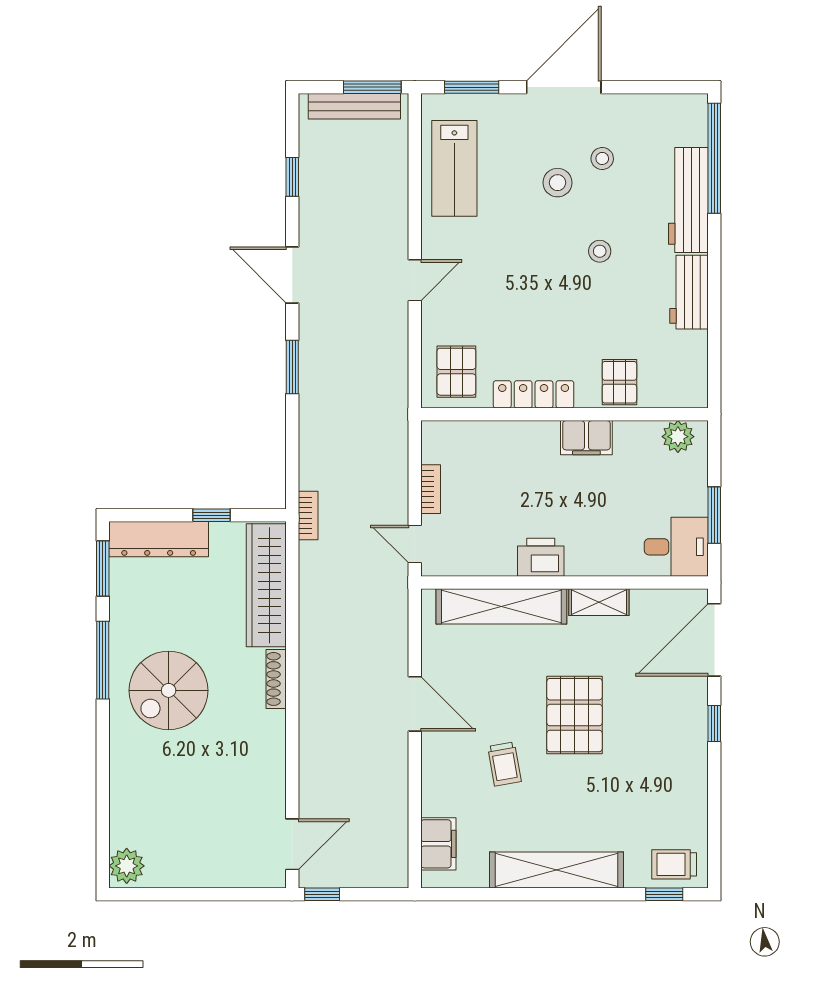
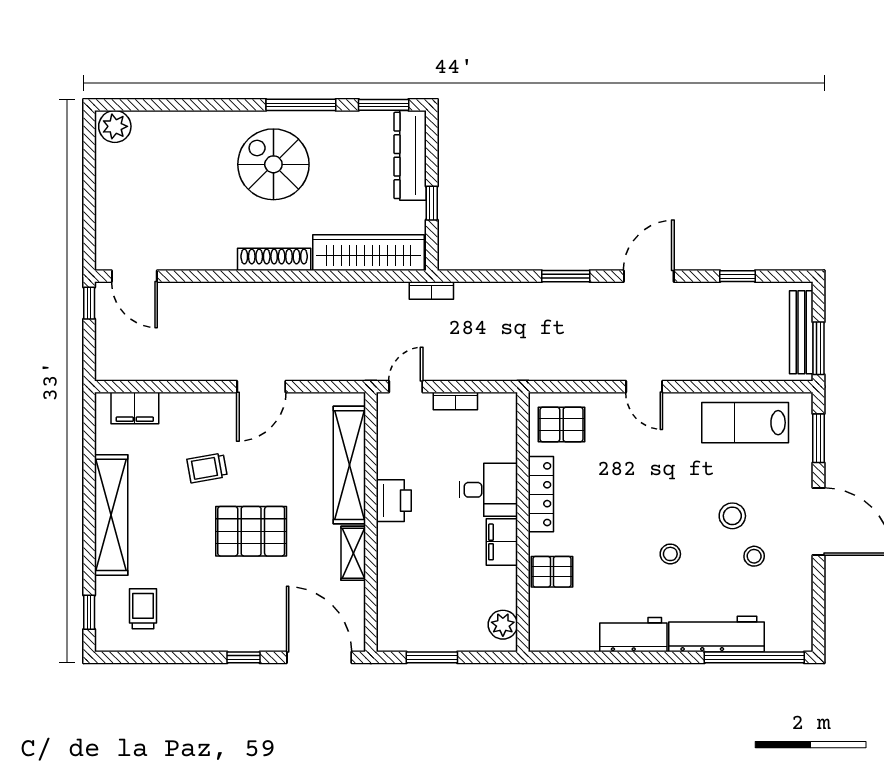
desk: (676, 547) -> (489, 490), moved, turned -90
shoe rack: (276, 679) -> (274, 259), width x1.36, depth x1.24
trolley: (674, 864) -> (143, 609), moved

